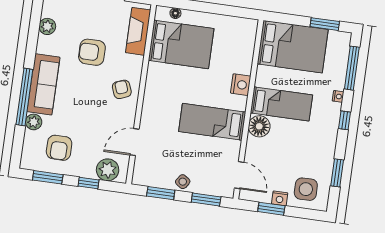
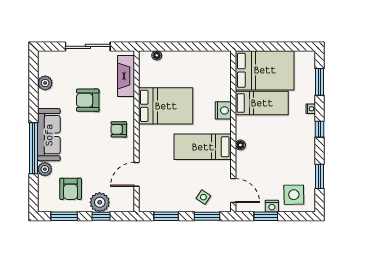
window: (325, 24) -> (290, 46), removed
bed: (181, 44) -> (166, 106), moved
window: (352, 68) -> (320, 82), width x0.69
armchair: (122, 89) -> (119, 129), turned -69
bed: (281, 104) -> (262, 103), moved
floor lamp: (259, 126) -> (240, 145), width x0.53, depth x0.53
plant: (108, 170) -> (100, 202), moved
side table: (183, 182) -> (203, 197), moved

